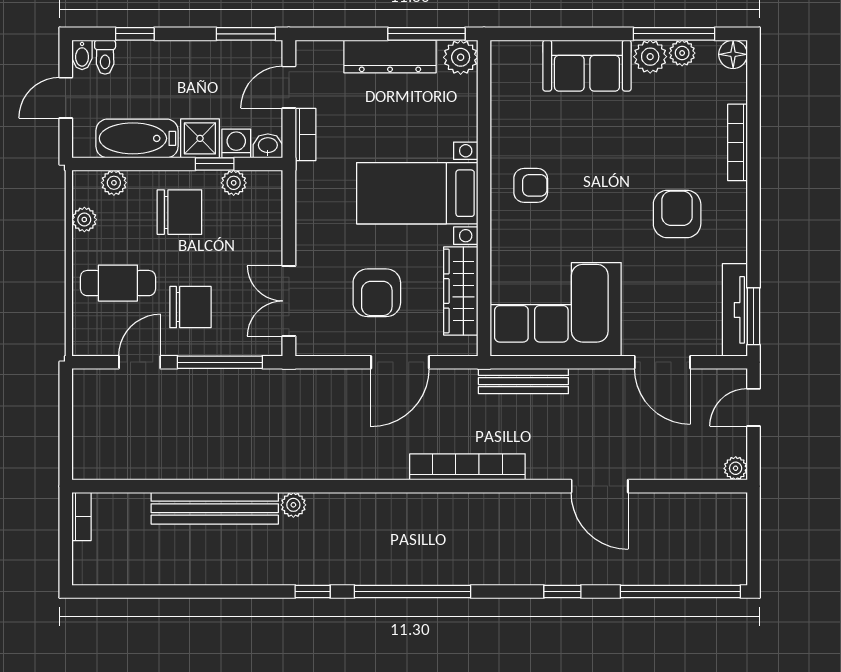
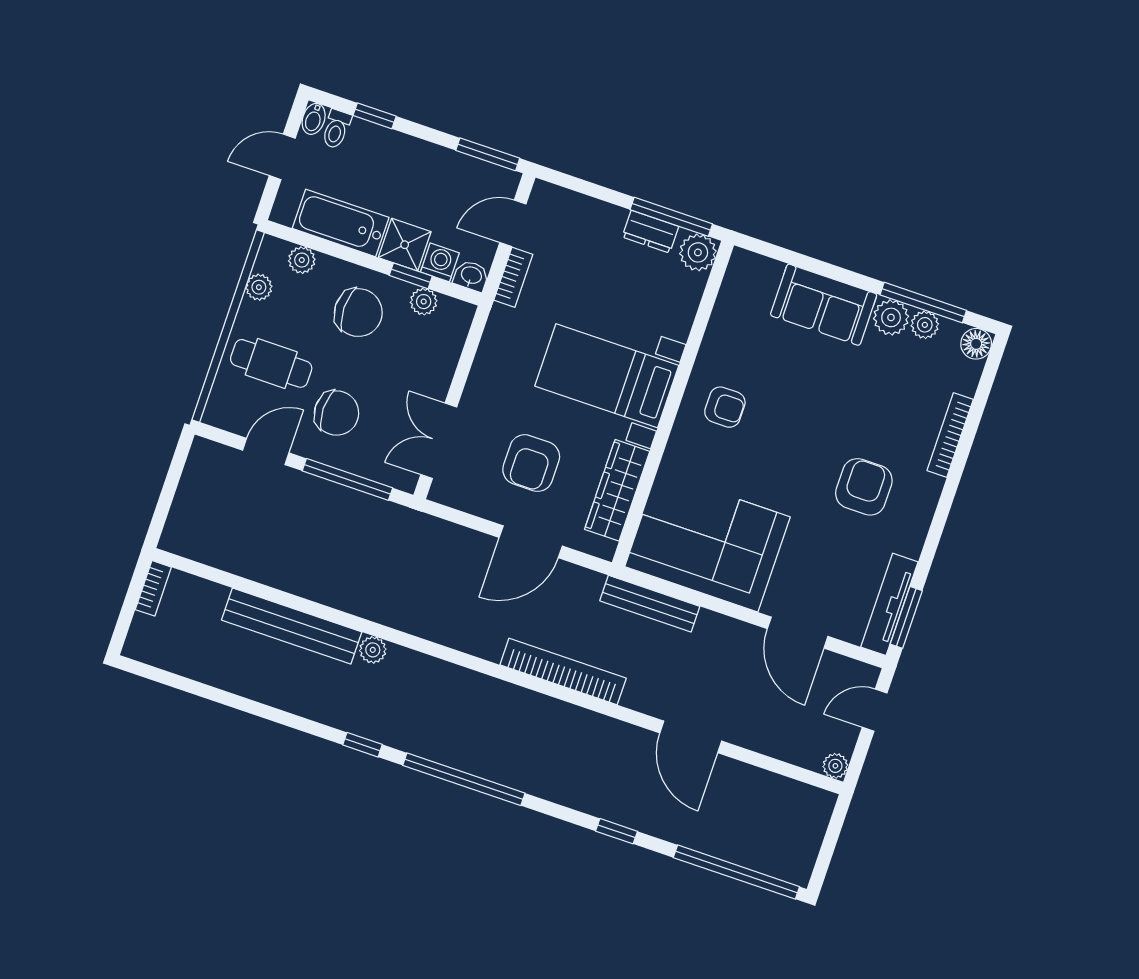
dresser: (390, 57) -> (650, 232), width x0.51, depth x0.80

